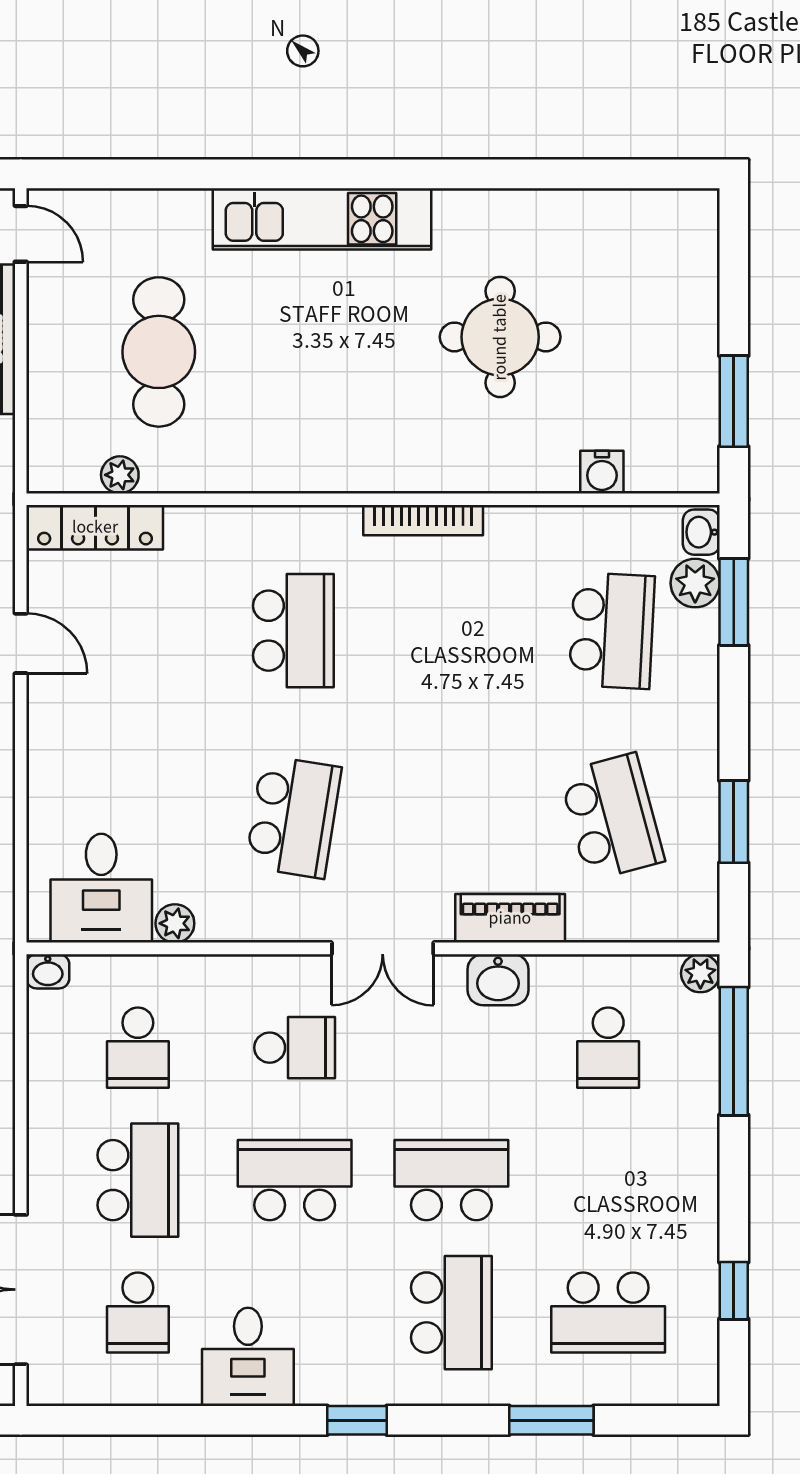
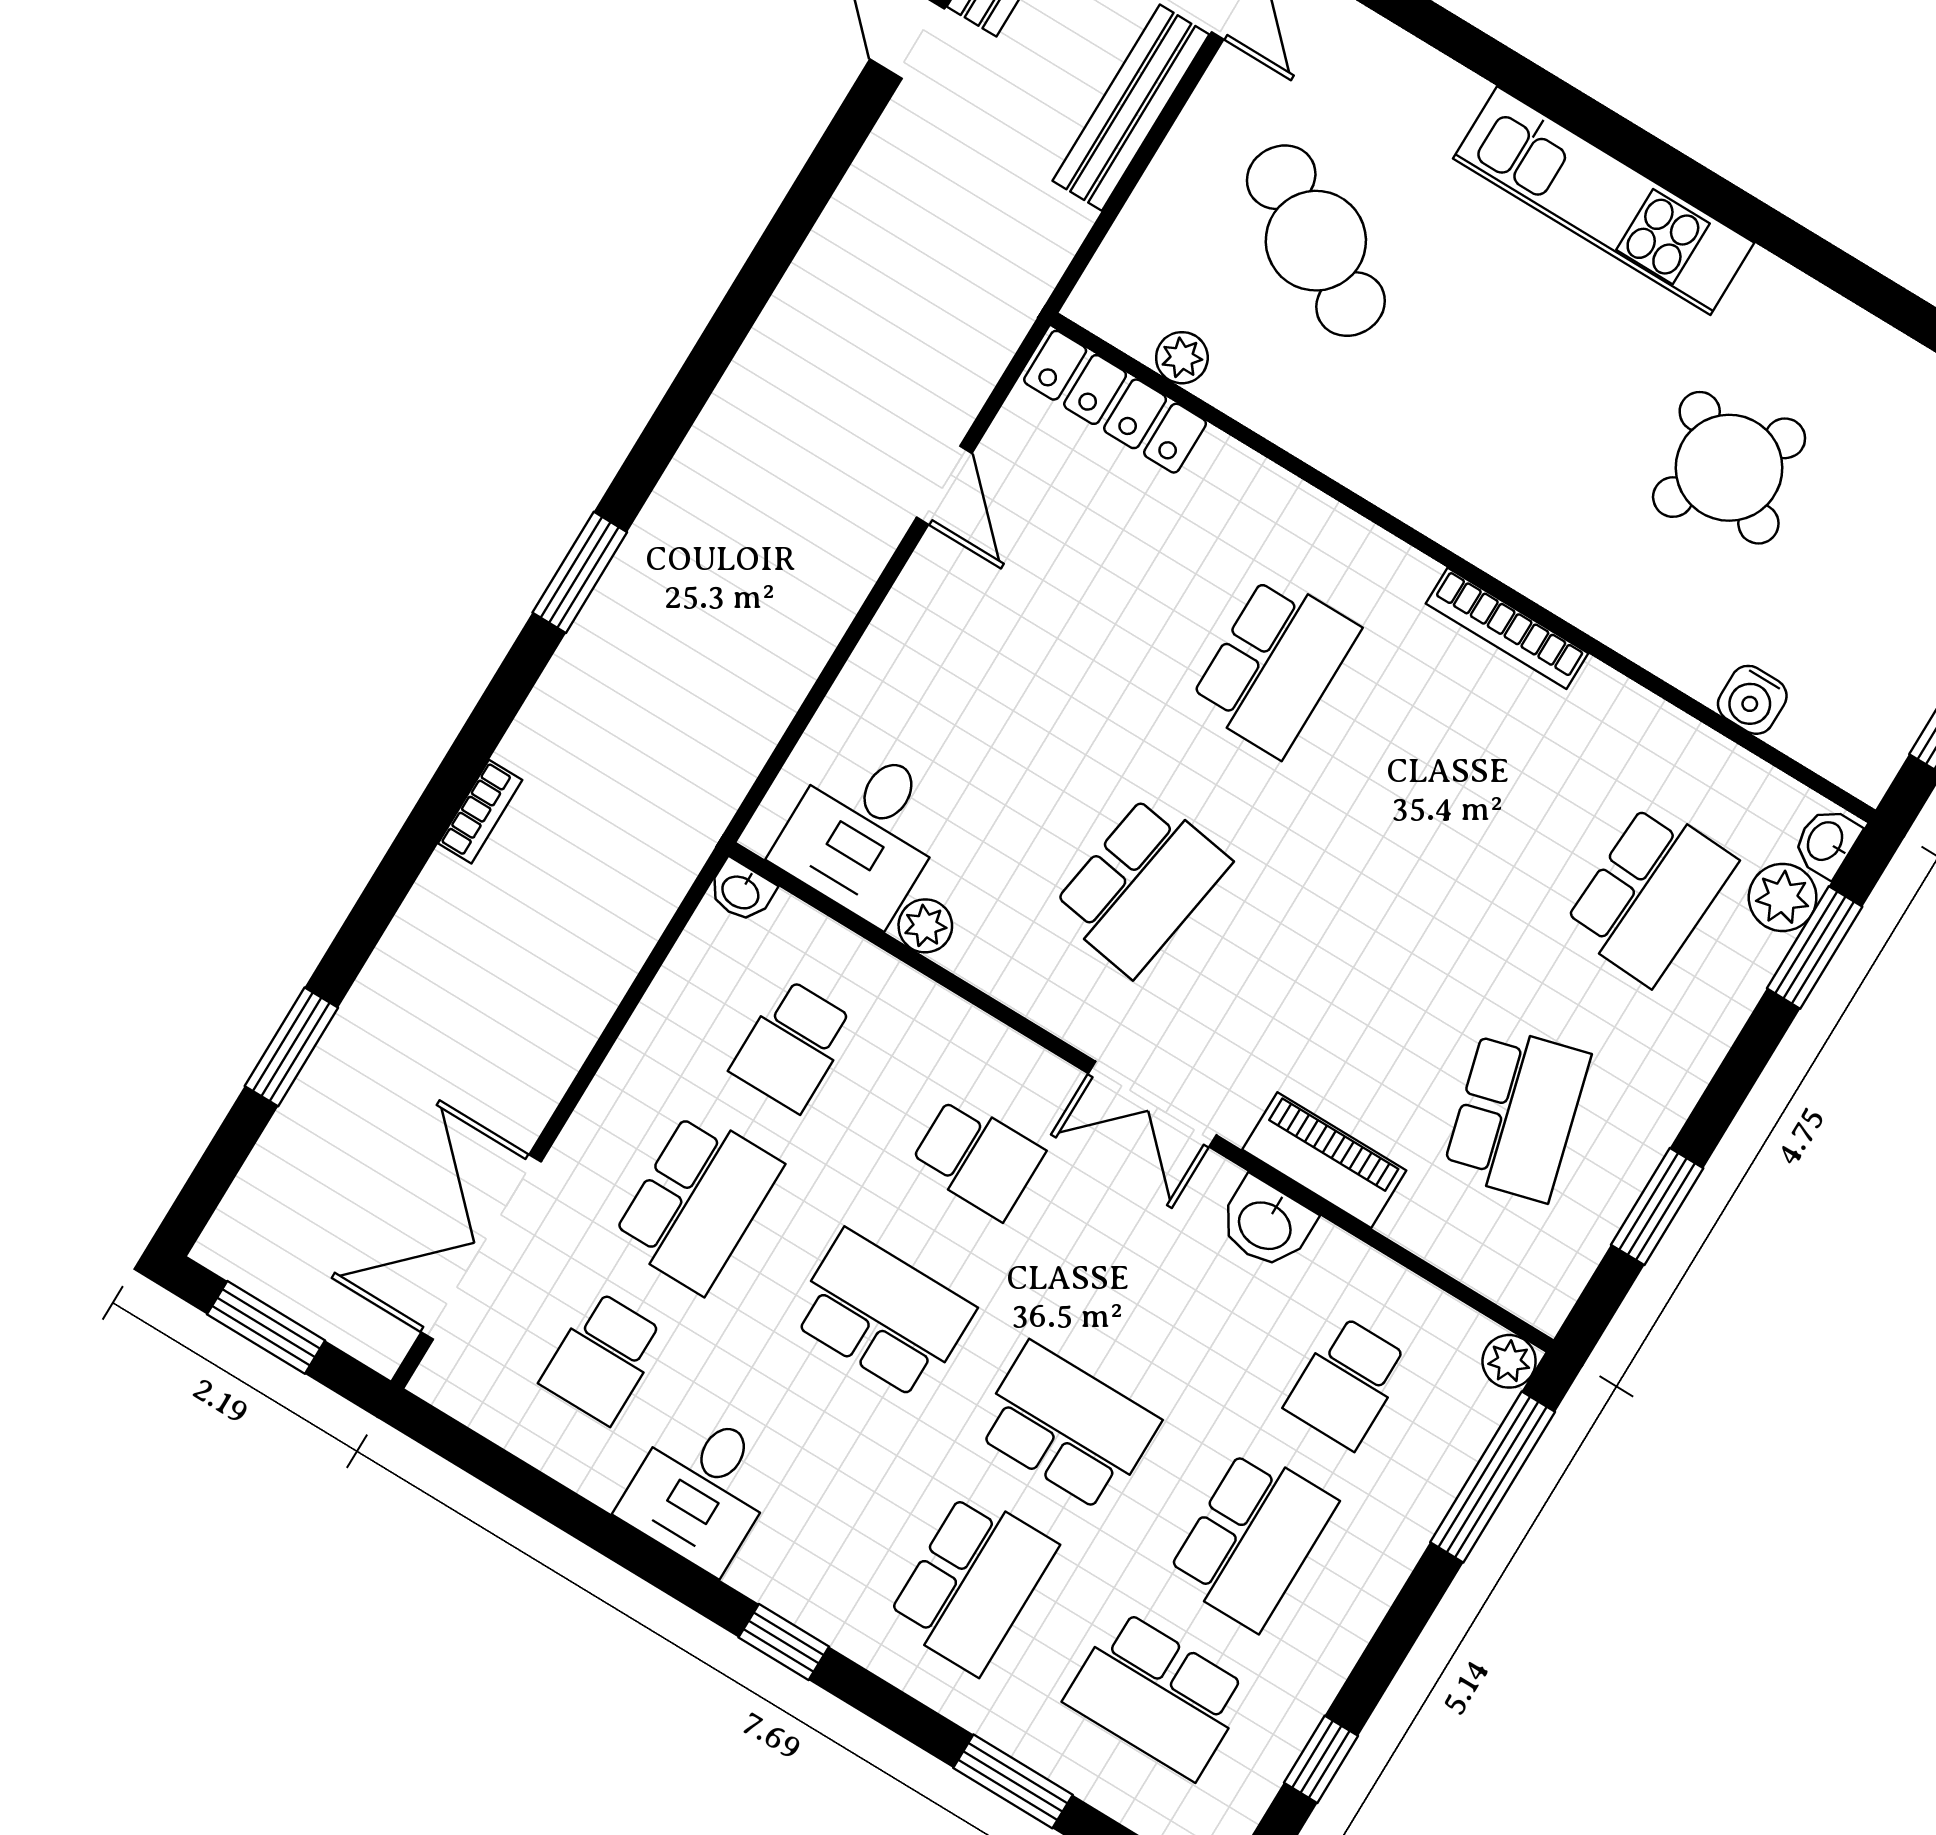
round table: (500, 337) -> (1729, 468), turned 31
cafe table: (159, 352) -> (1316, 241), turned -60
school desk: (608, 1180) -> (1252, 1539), added

